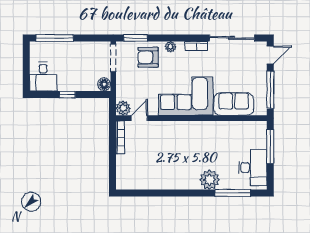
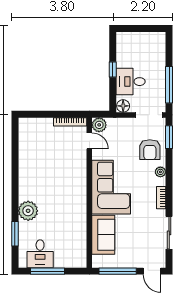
window: (55, 38) -> (169, 85), moved
sliding door: (232, 38) -> (169, 233), width x0.73
armchair: (148, 57) -> (150, 150), turned 180
desk: (43, 77) -> (131, 82), moved
window: (270, 146) -> (47, 271), moved
desk: (253, 168) -> (40, 254), width x0.73
window: (233, 193) -> (15, 234), width x0.69

